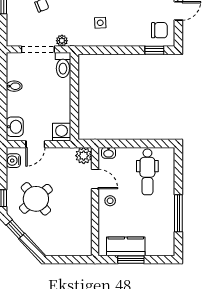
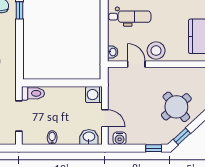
plant: (62, 41) -> (11, 94), removed
plant: (84, 156) -> (115, 75), removed
door: (95, 179) -> (136, 64), hinge flipped
round table: (36, 199) -> (176, 107), moved
stool: (110, 201) -> (156, 51), width x1.89, depth x1.89

